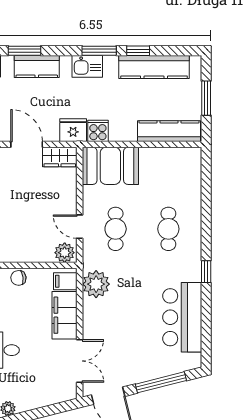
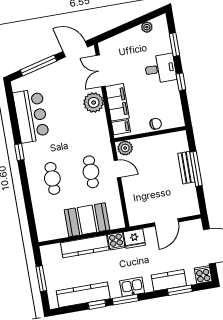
kitchen counter: (169, 131) -> (85, 246), moved
door: (27, 144) -> (166, 222), hinge flipped
wardrobe: (60, 157) -> (141, 217), removed
booth: (110, 166) -> (87, 220), moved
plant: (96, 284) -> (94, 103), moved

